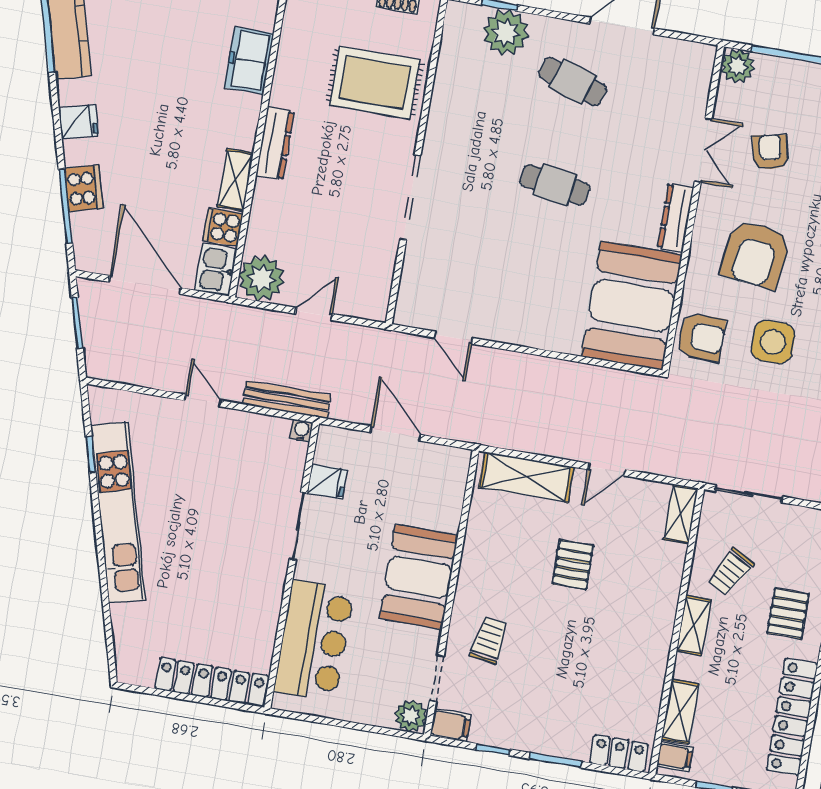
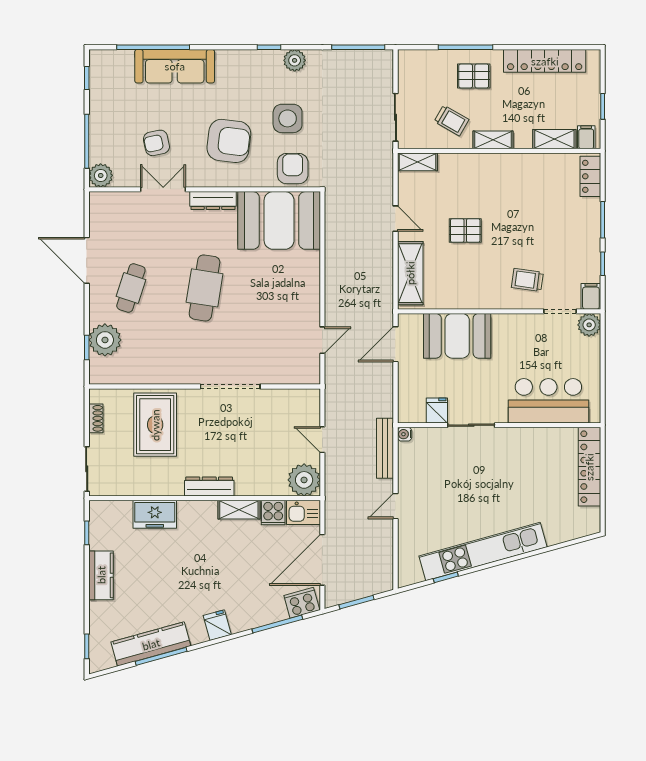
cafe table: (555, 185) -> (205, 288), width x1.37, depth x1.35
cooker: (84, 188) -> (302, 603), moved
door: (396, 433) -> (395, 344), moved
booth: (419, 577) -> (457, 336), moved

